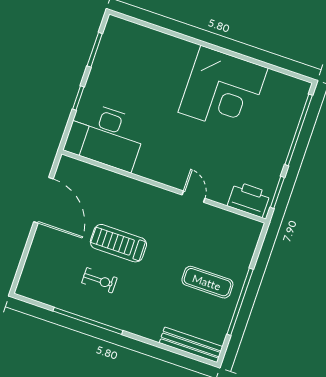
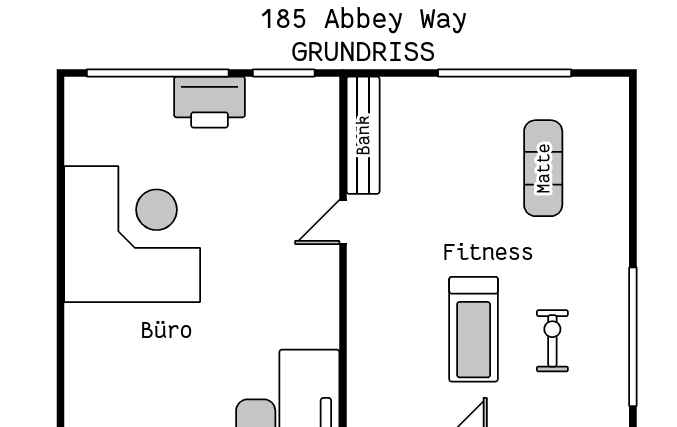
printer: (249, 199) -> (209, 102), moved, turned -90
exercise mat: (207, 282) -> (543, 168), moved
bench: (191, 345) -> (363, 135), moved

